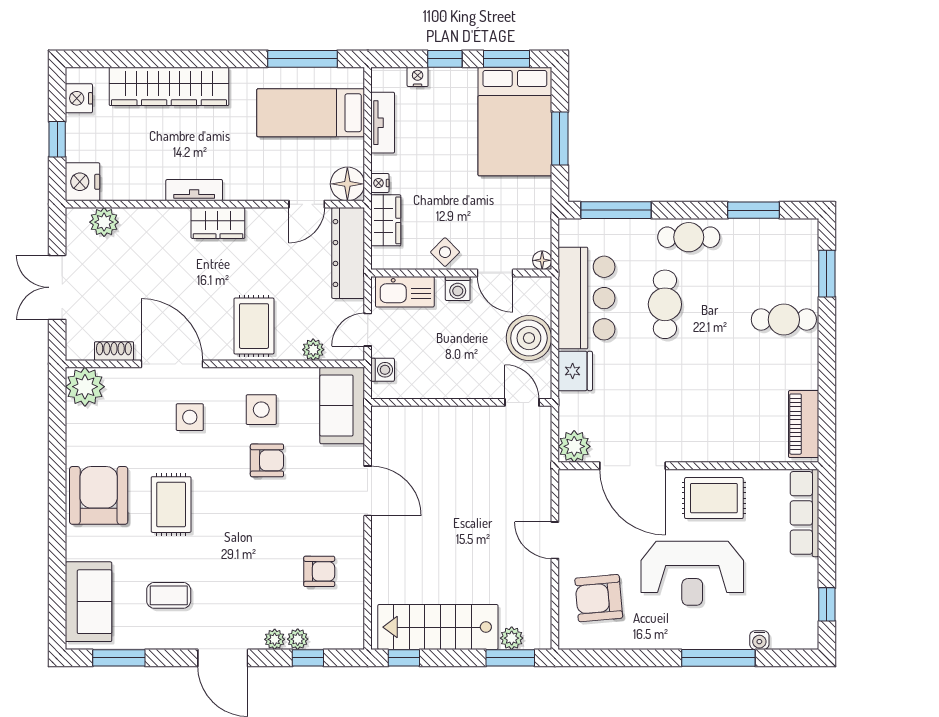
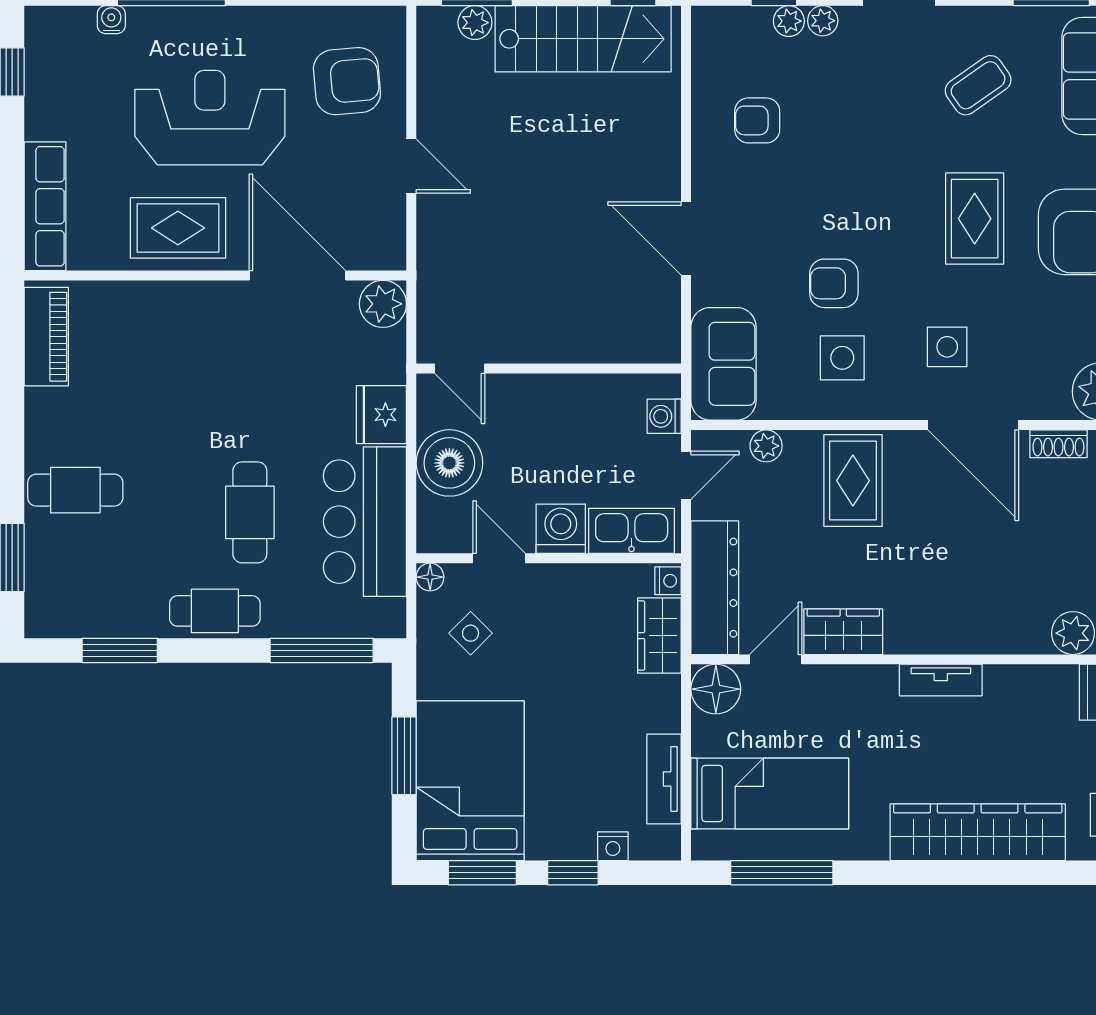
nightstand: (380, 183) -> (668, 581), moved
wardrobe: (218, 223) -> (843, 632), moved
side table: (445, 252) -> (471, 633), moved
washing machine: (458, 289) -> (561, 529), width x1.38, depth x1.38
coffee table: (169, 595) -> (978, 85), turned -35

